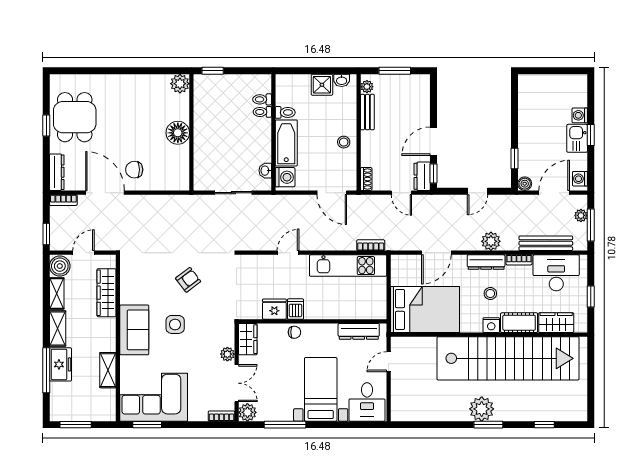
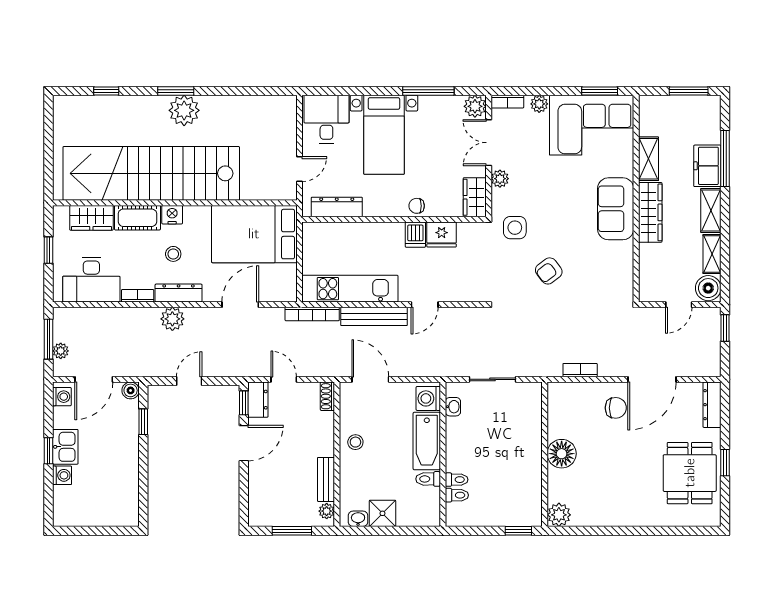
door: (105, 193) -> (652, 379), hinge flipped
bookcase: (63, 200) -> (580, 370), moved
bench: (546, 243) -> (374, 316), moved
bookcase: (371, 245) -> (312, 314), width x1.56
wardrobe: (106, 293) -> (650, 212), moved
side table: (175, 324) -> (515, 228), moved
plant: (196, 414) -> (539, 104), added

